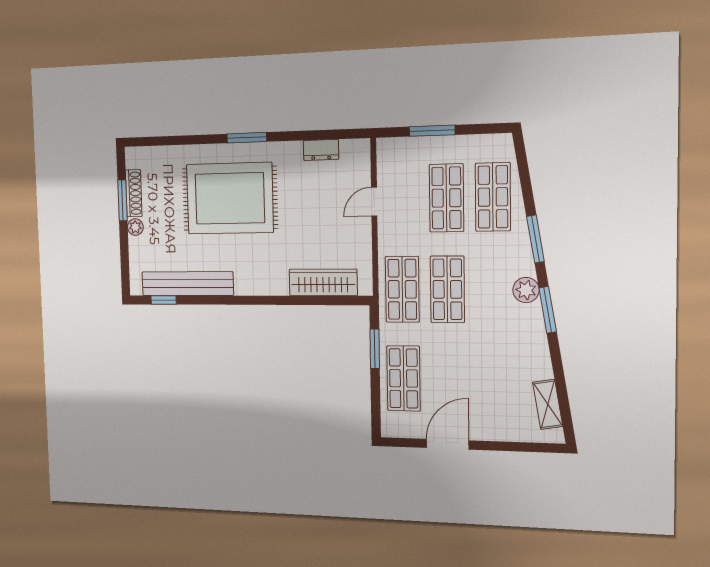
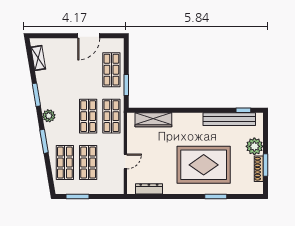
window: (432, 131) -> (78, 196), moved
window: (247, 138) -> (216, 196), moved
dresser: (321, 150) -> (149, 189), width x1.44
plant: (135, 227) -> (254, 146), width x1.88, depth x1.88
window: (548, 310) -> (36, 95), moved

